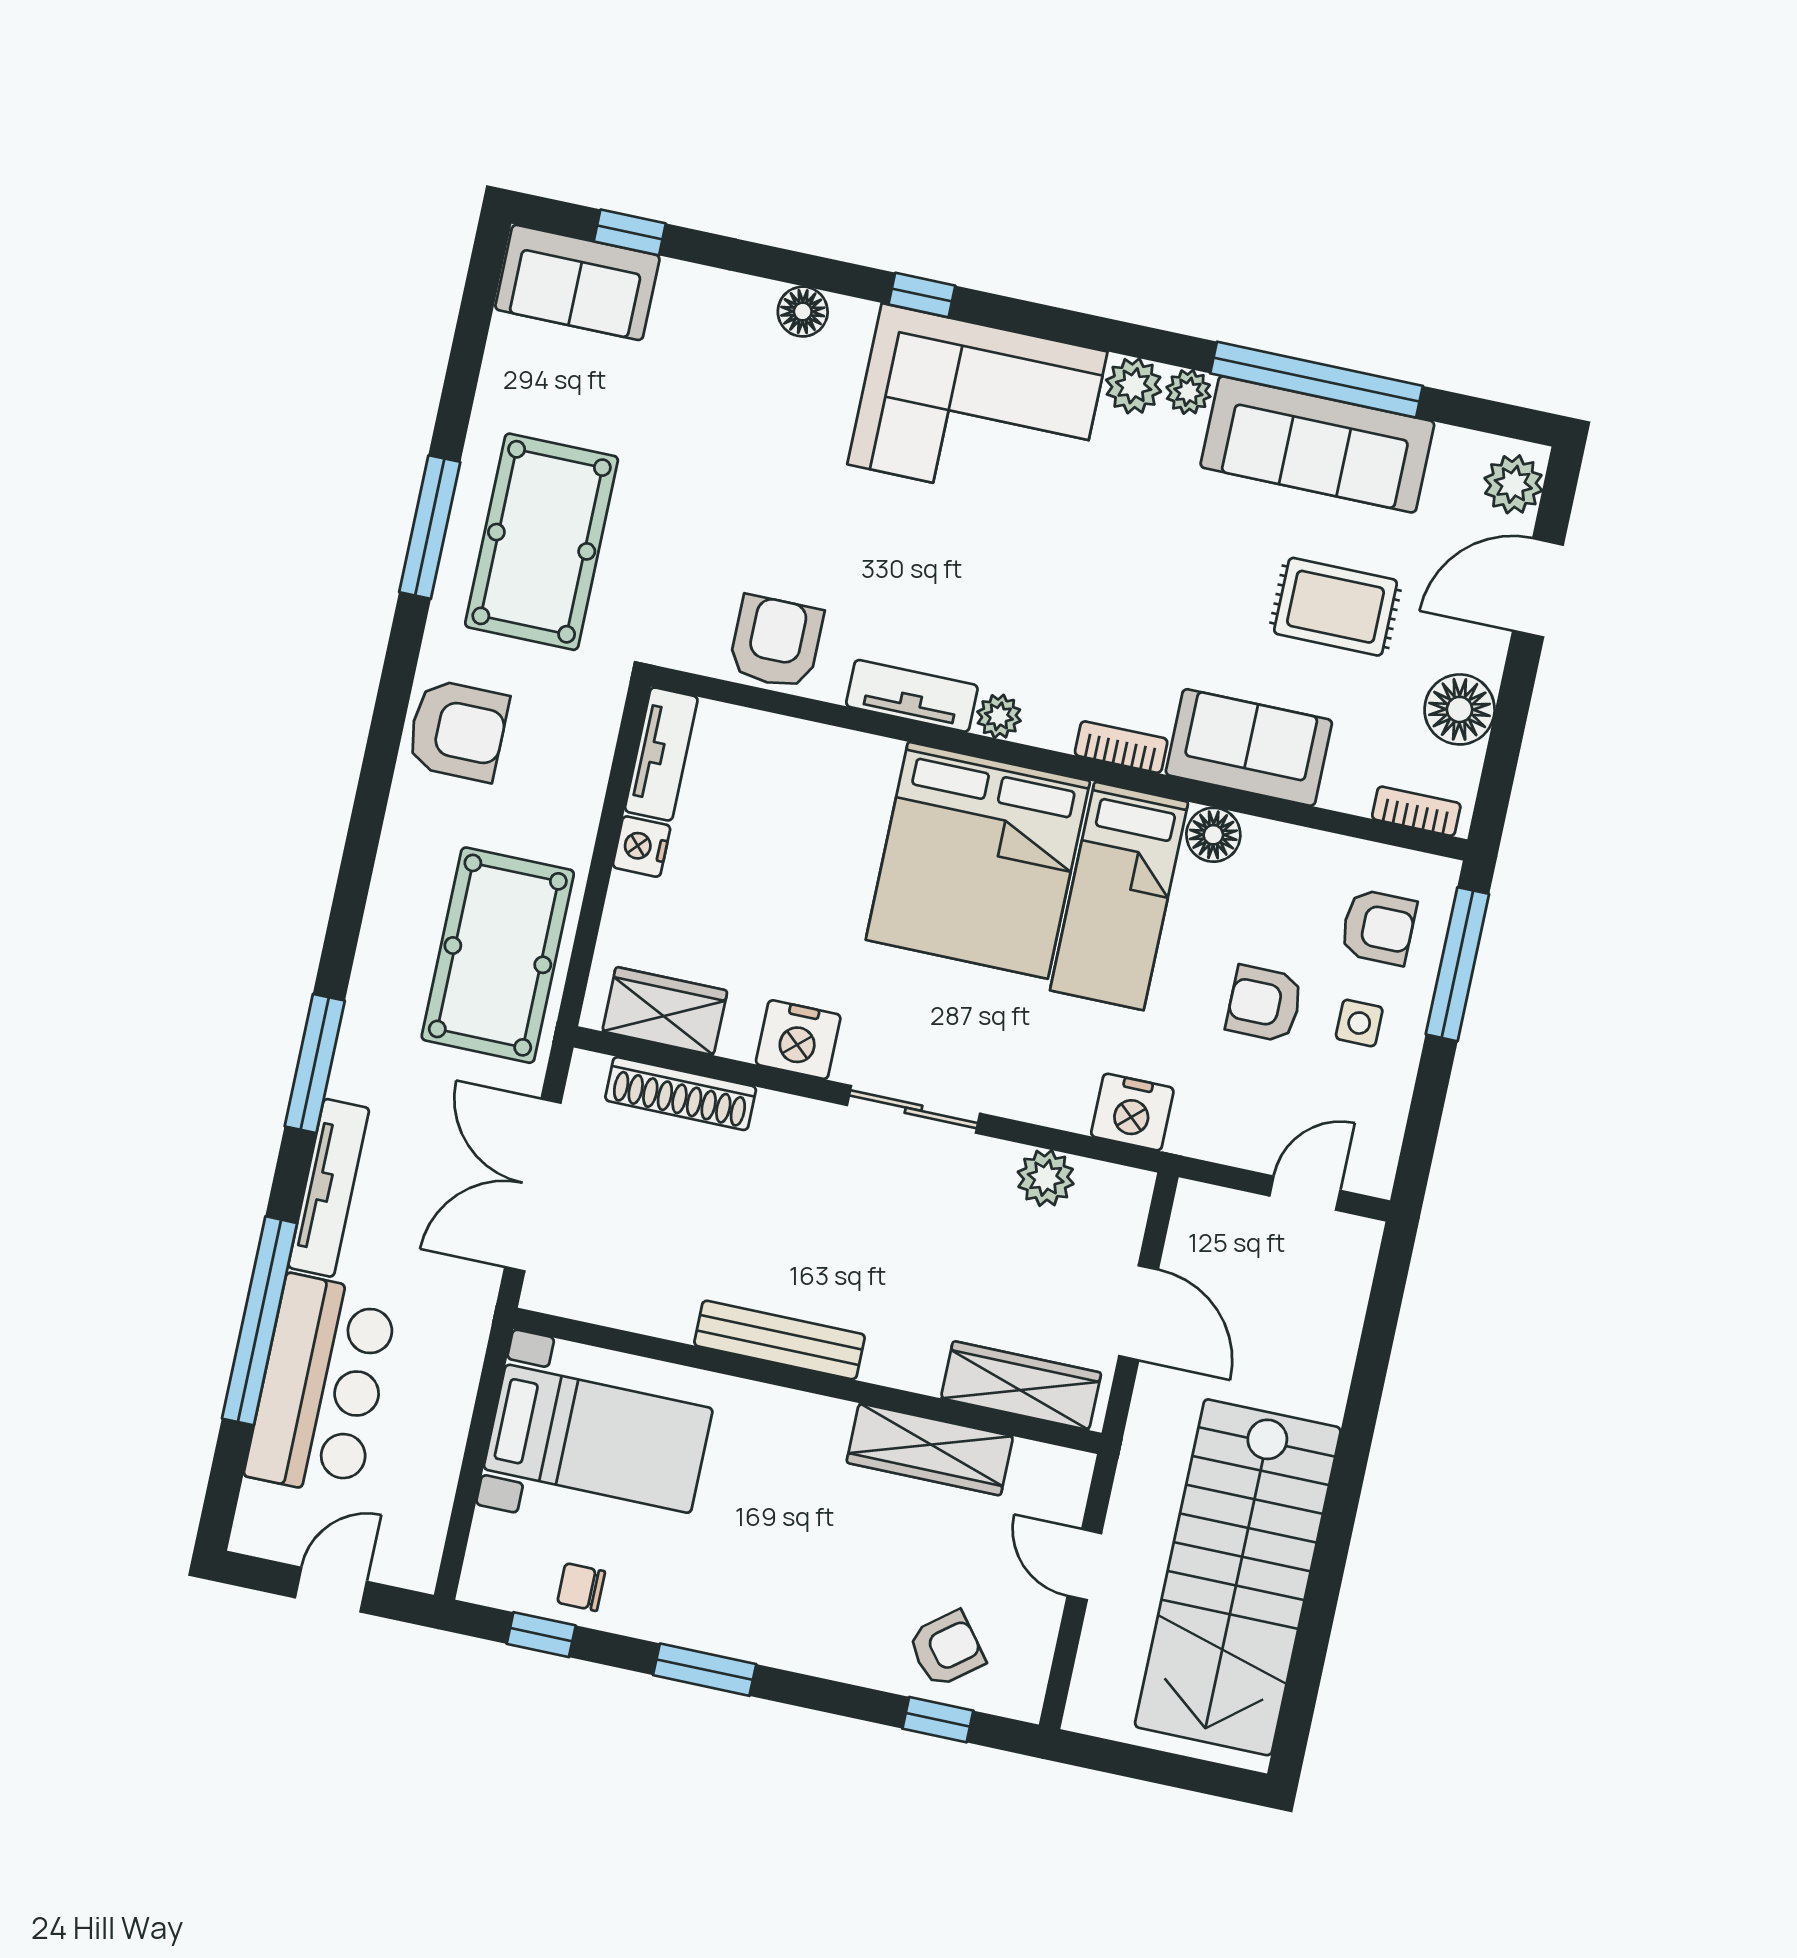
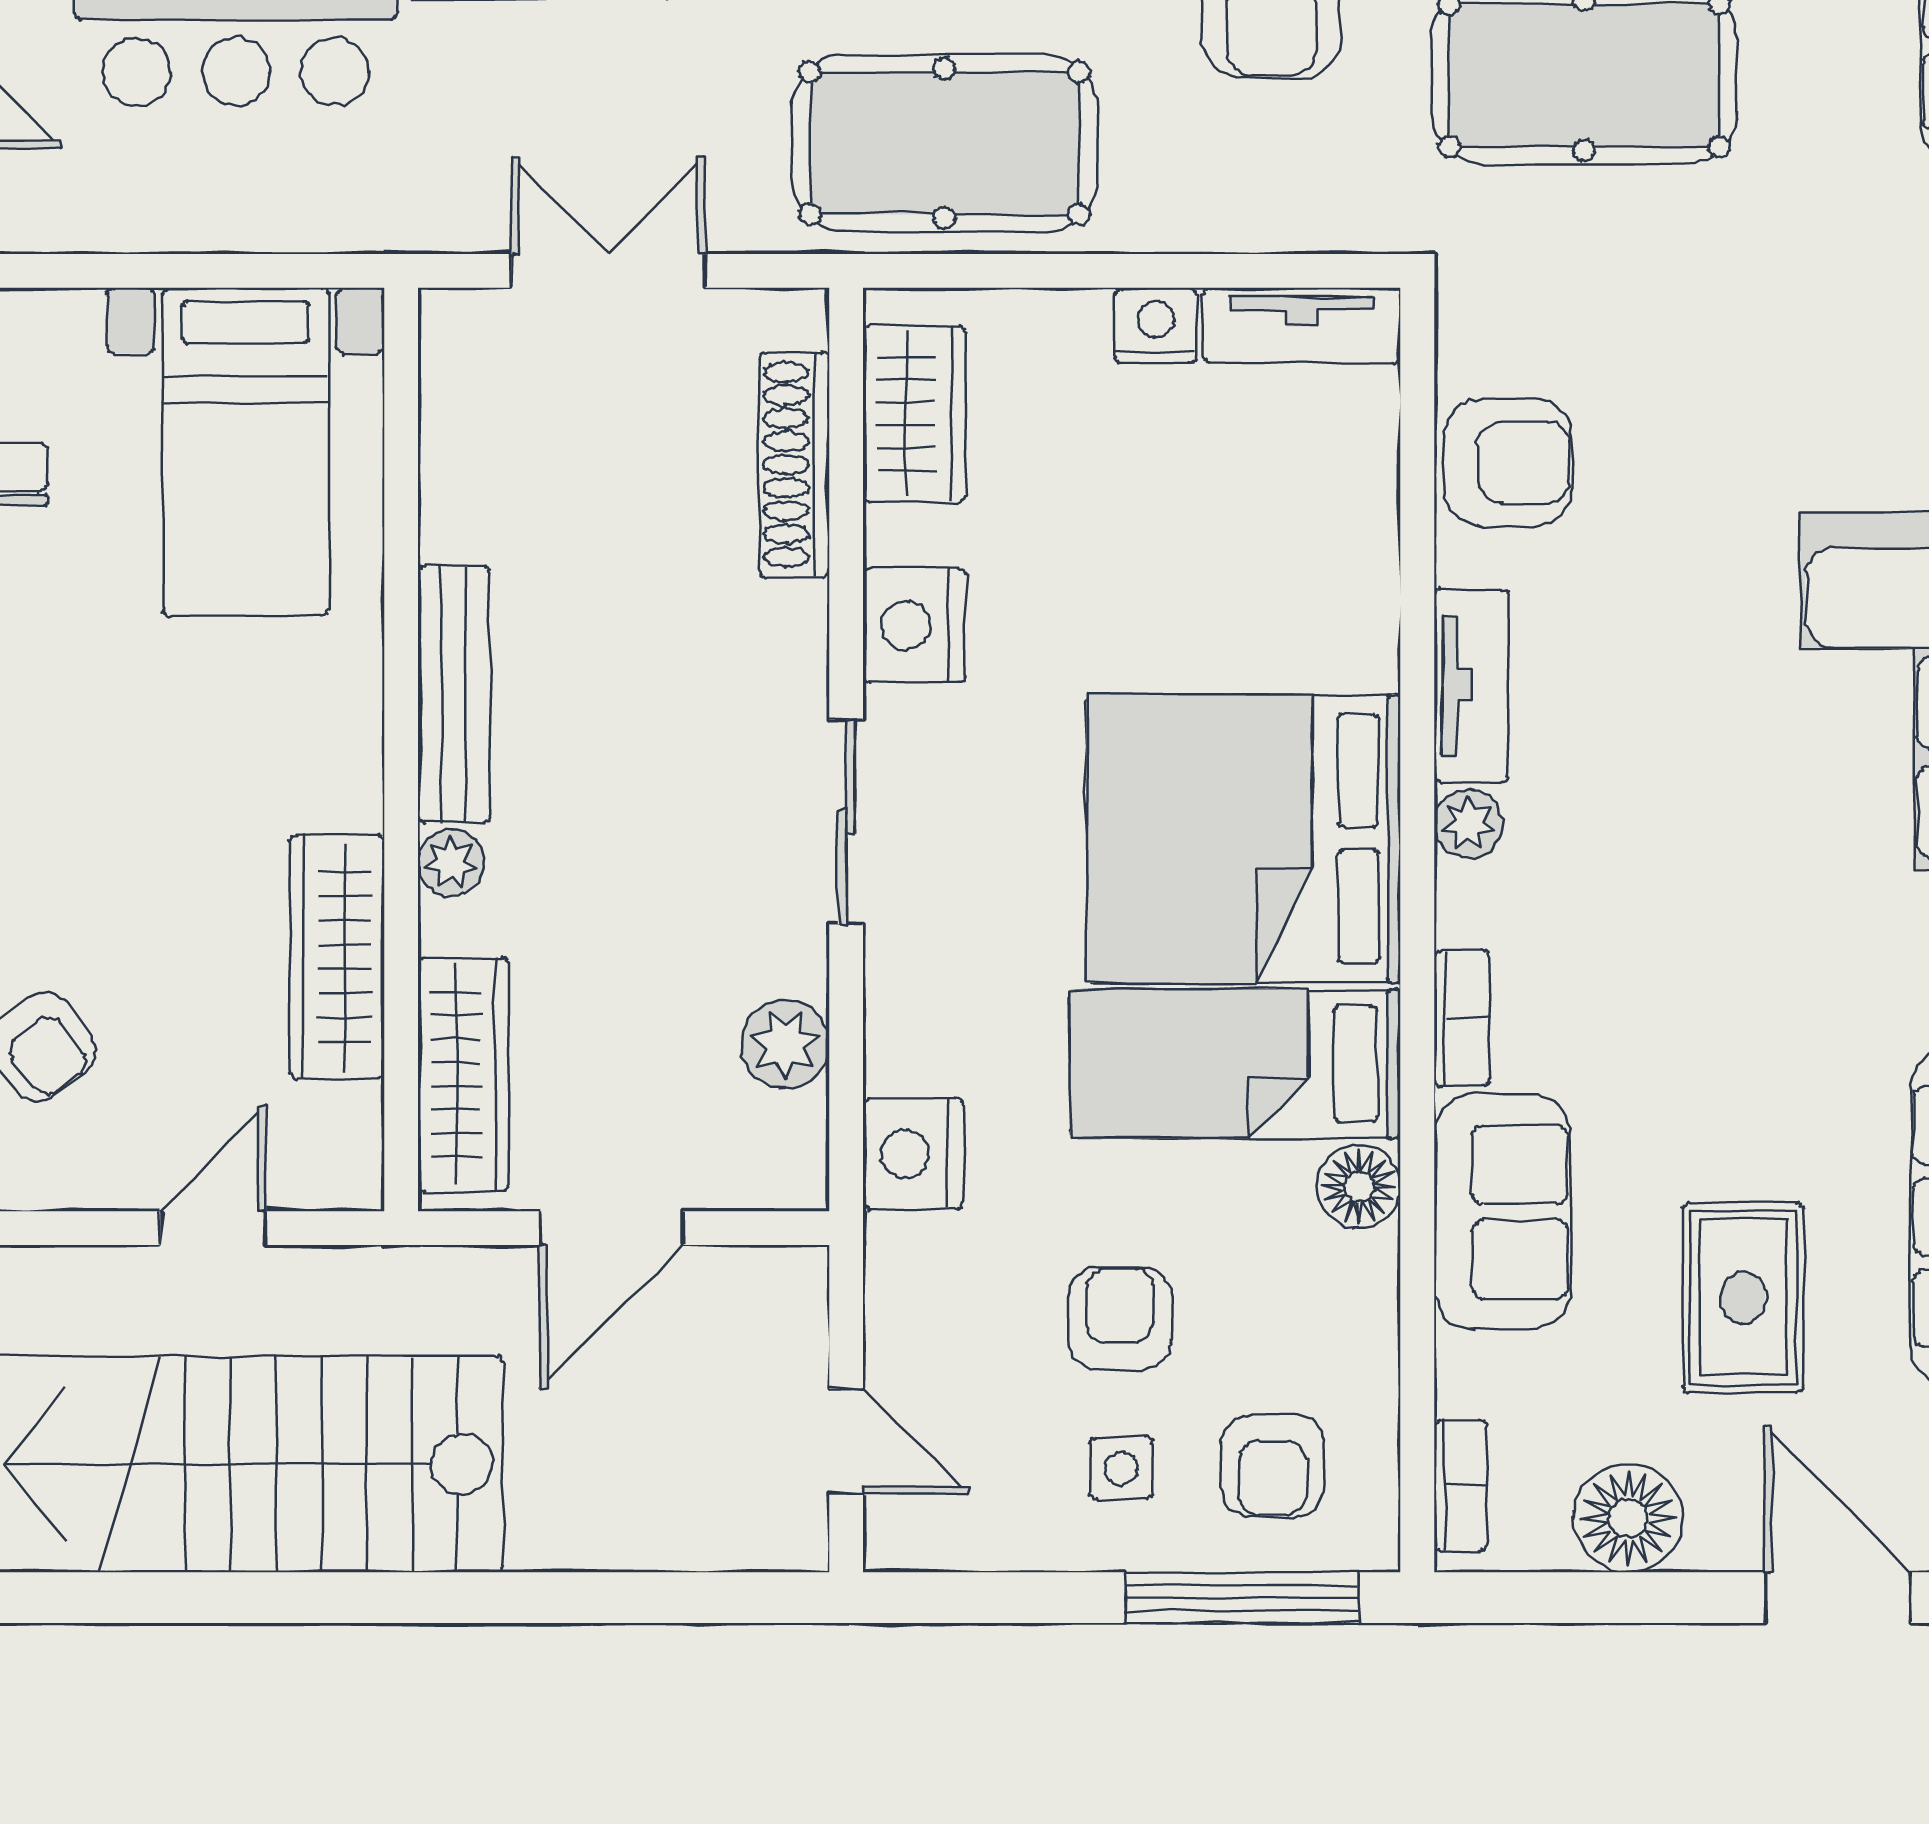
double door: (533, 1185) -> (608, 271), width x0.73
plant: (885, 1365) -> (451, 862), added

